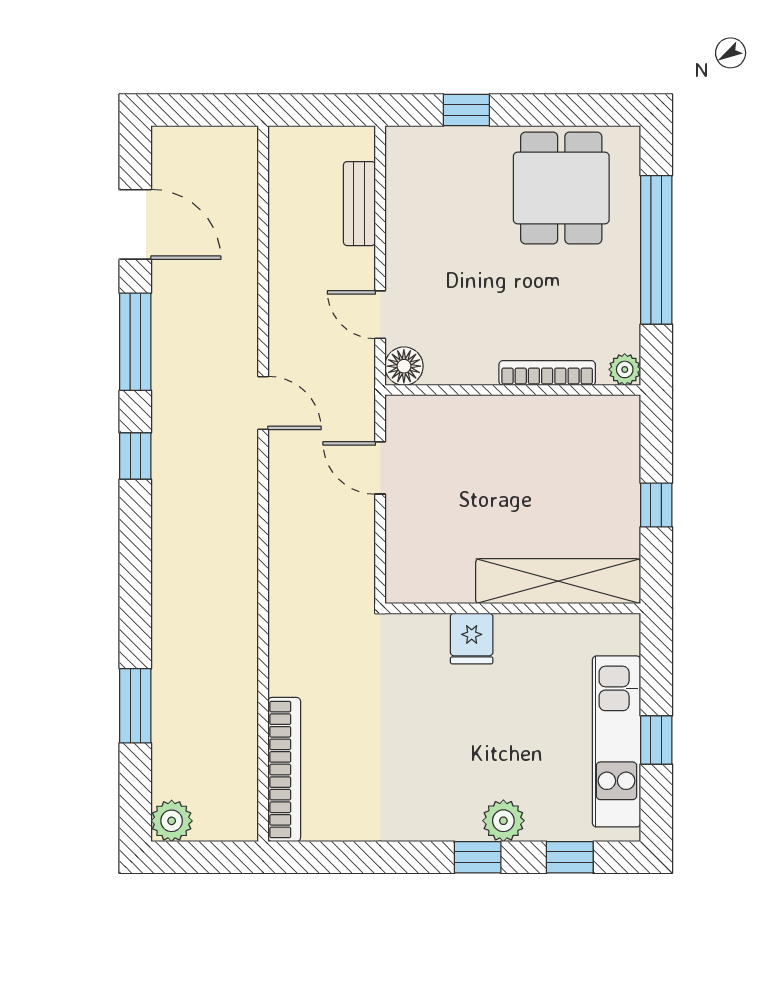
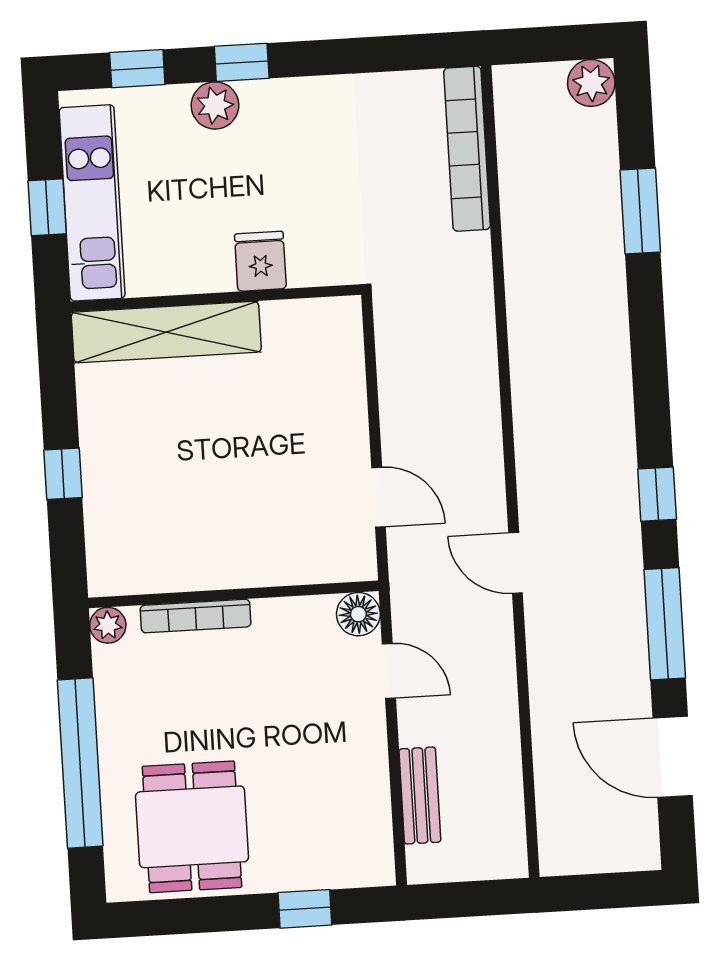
shelving: (558, 581) -> (166, 332), moved
wall: (513, 608) -> (216, 298), moved
fridge: (472, 639) -> (260, 261), moved

